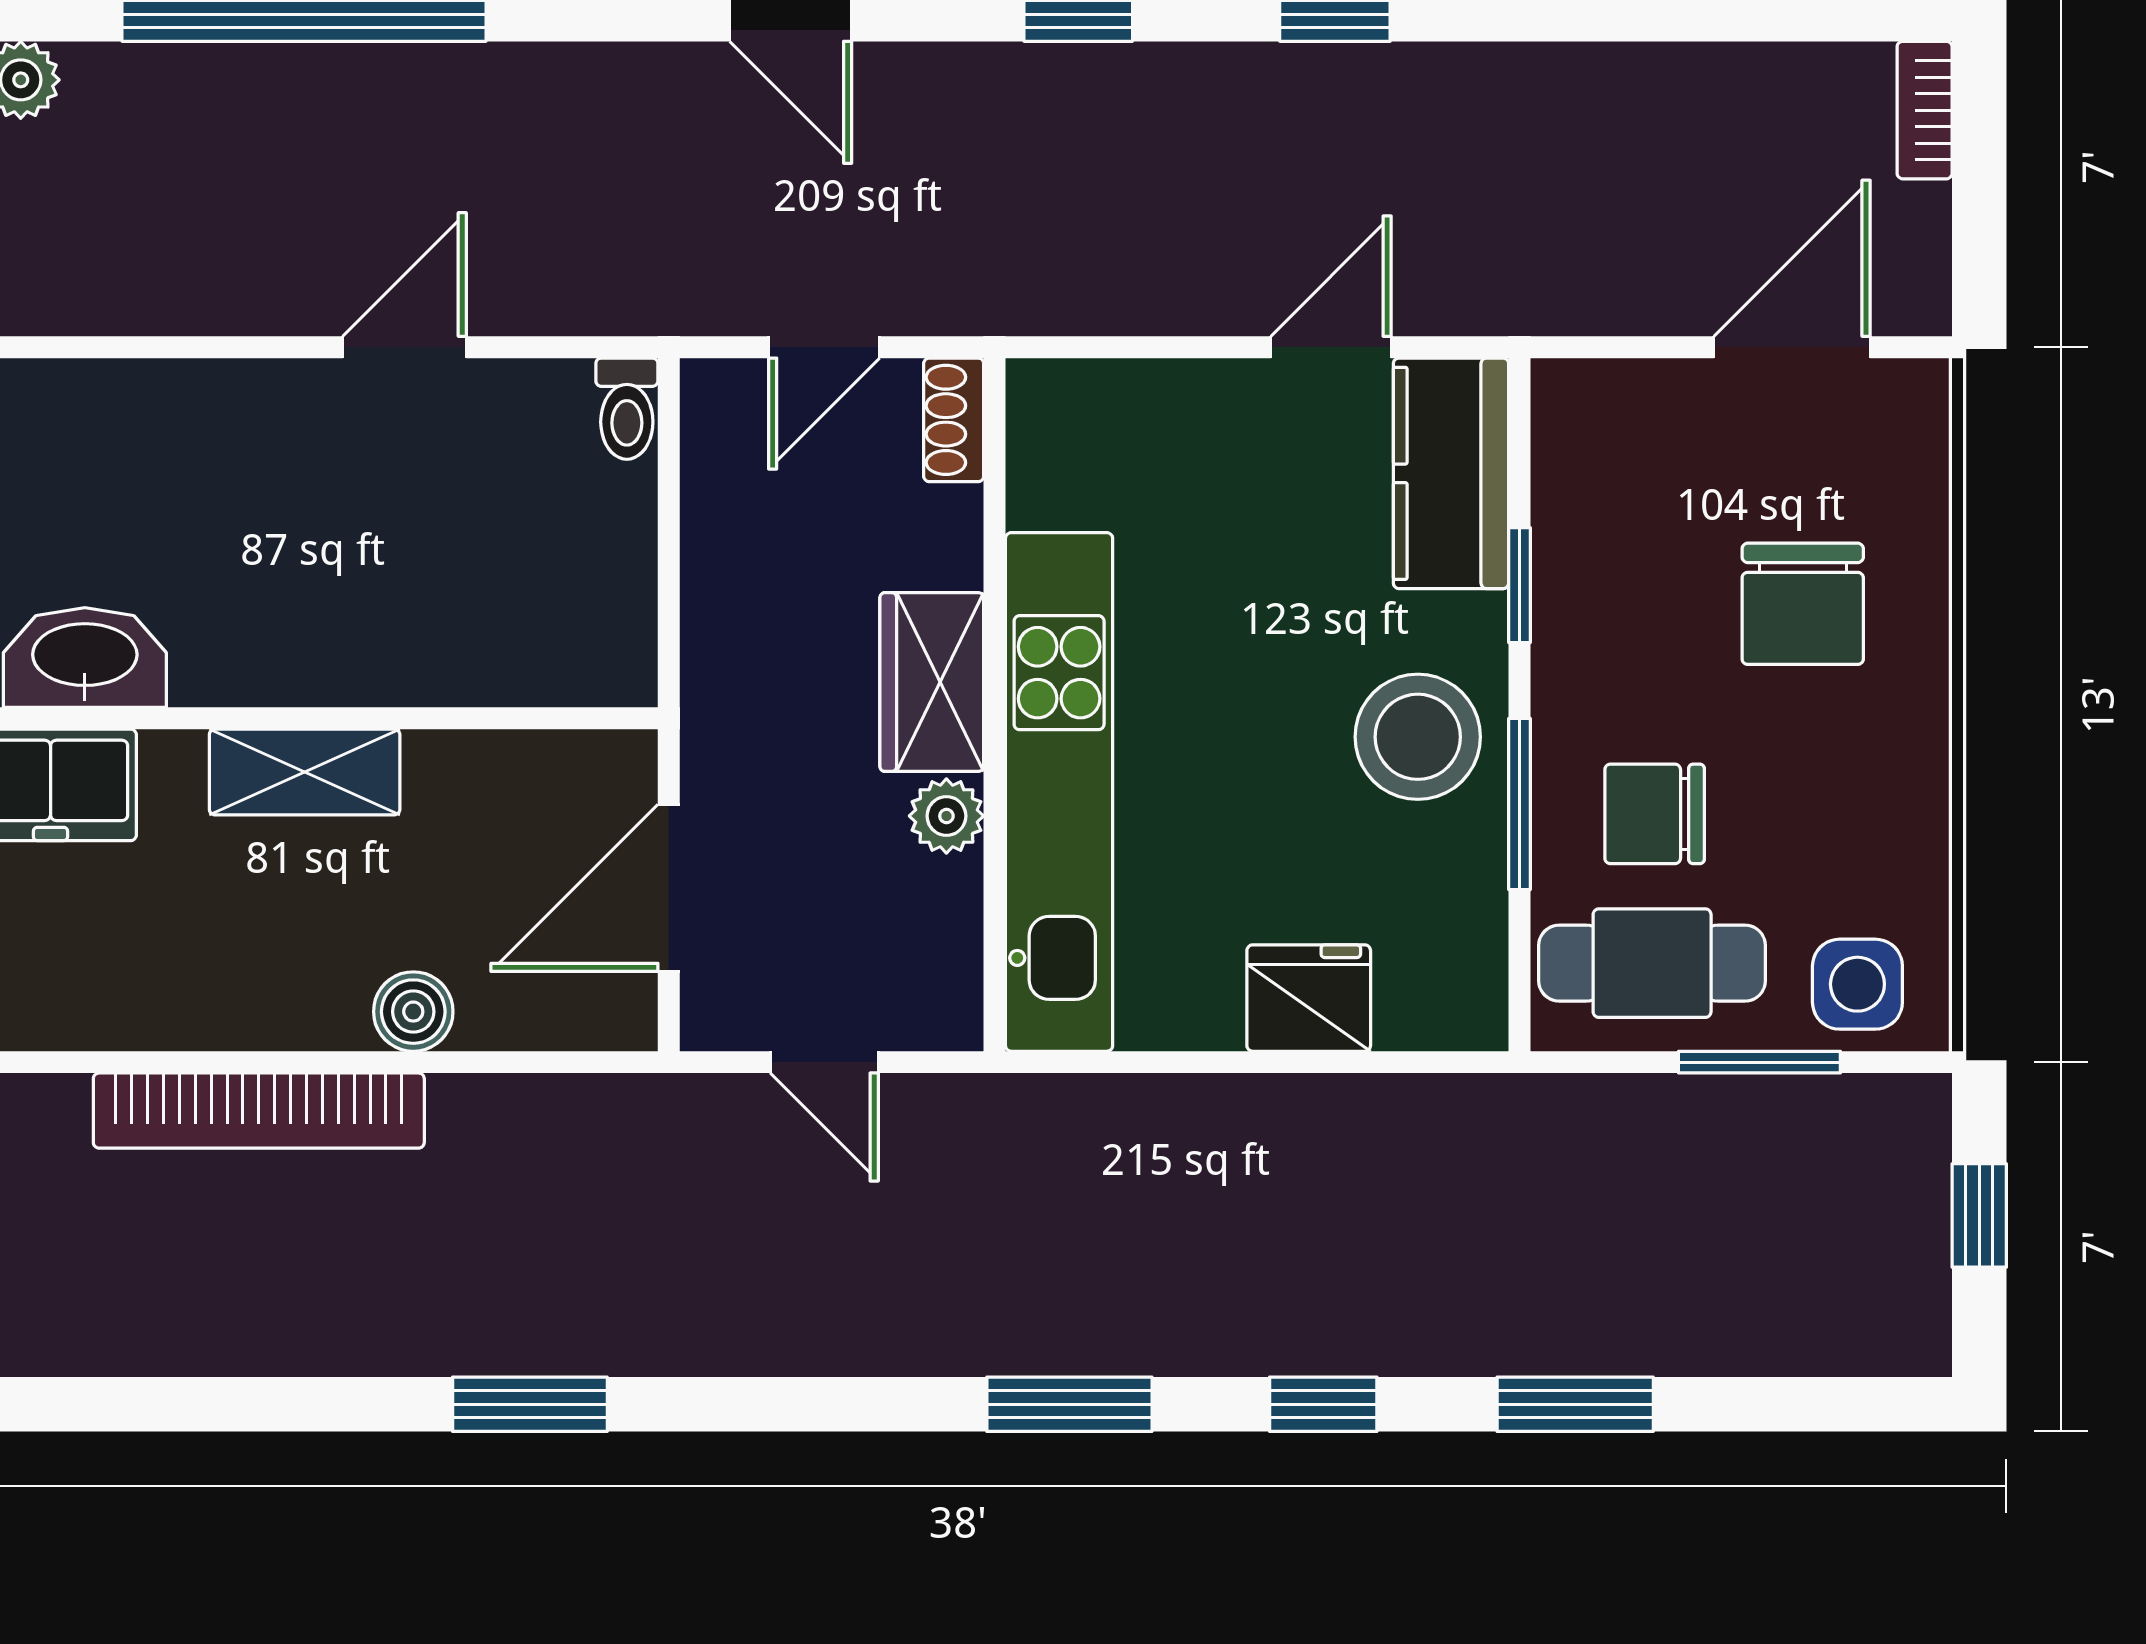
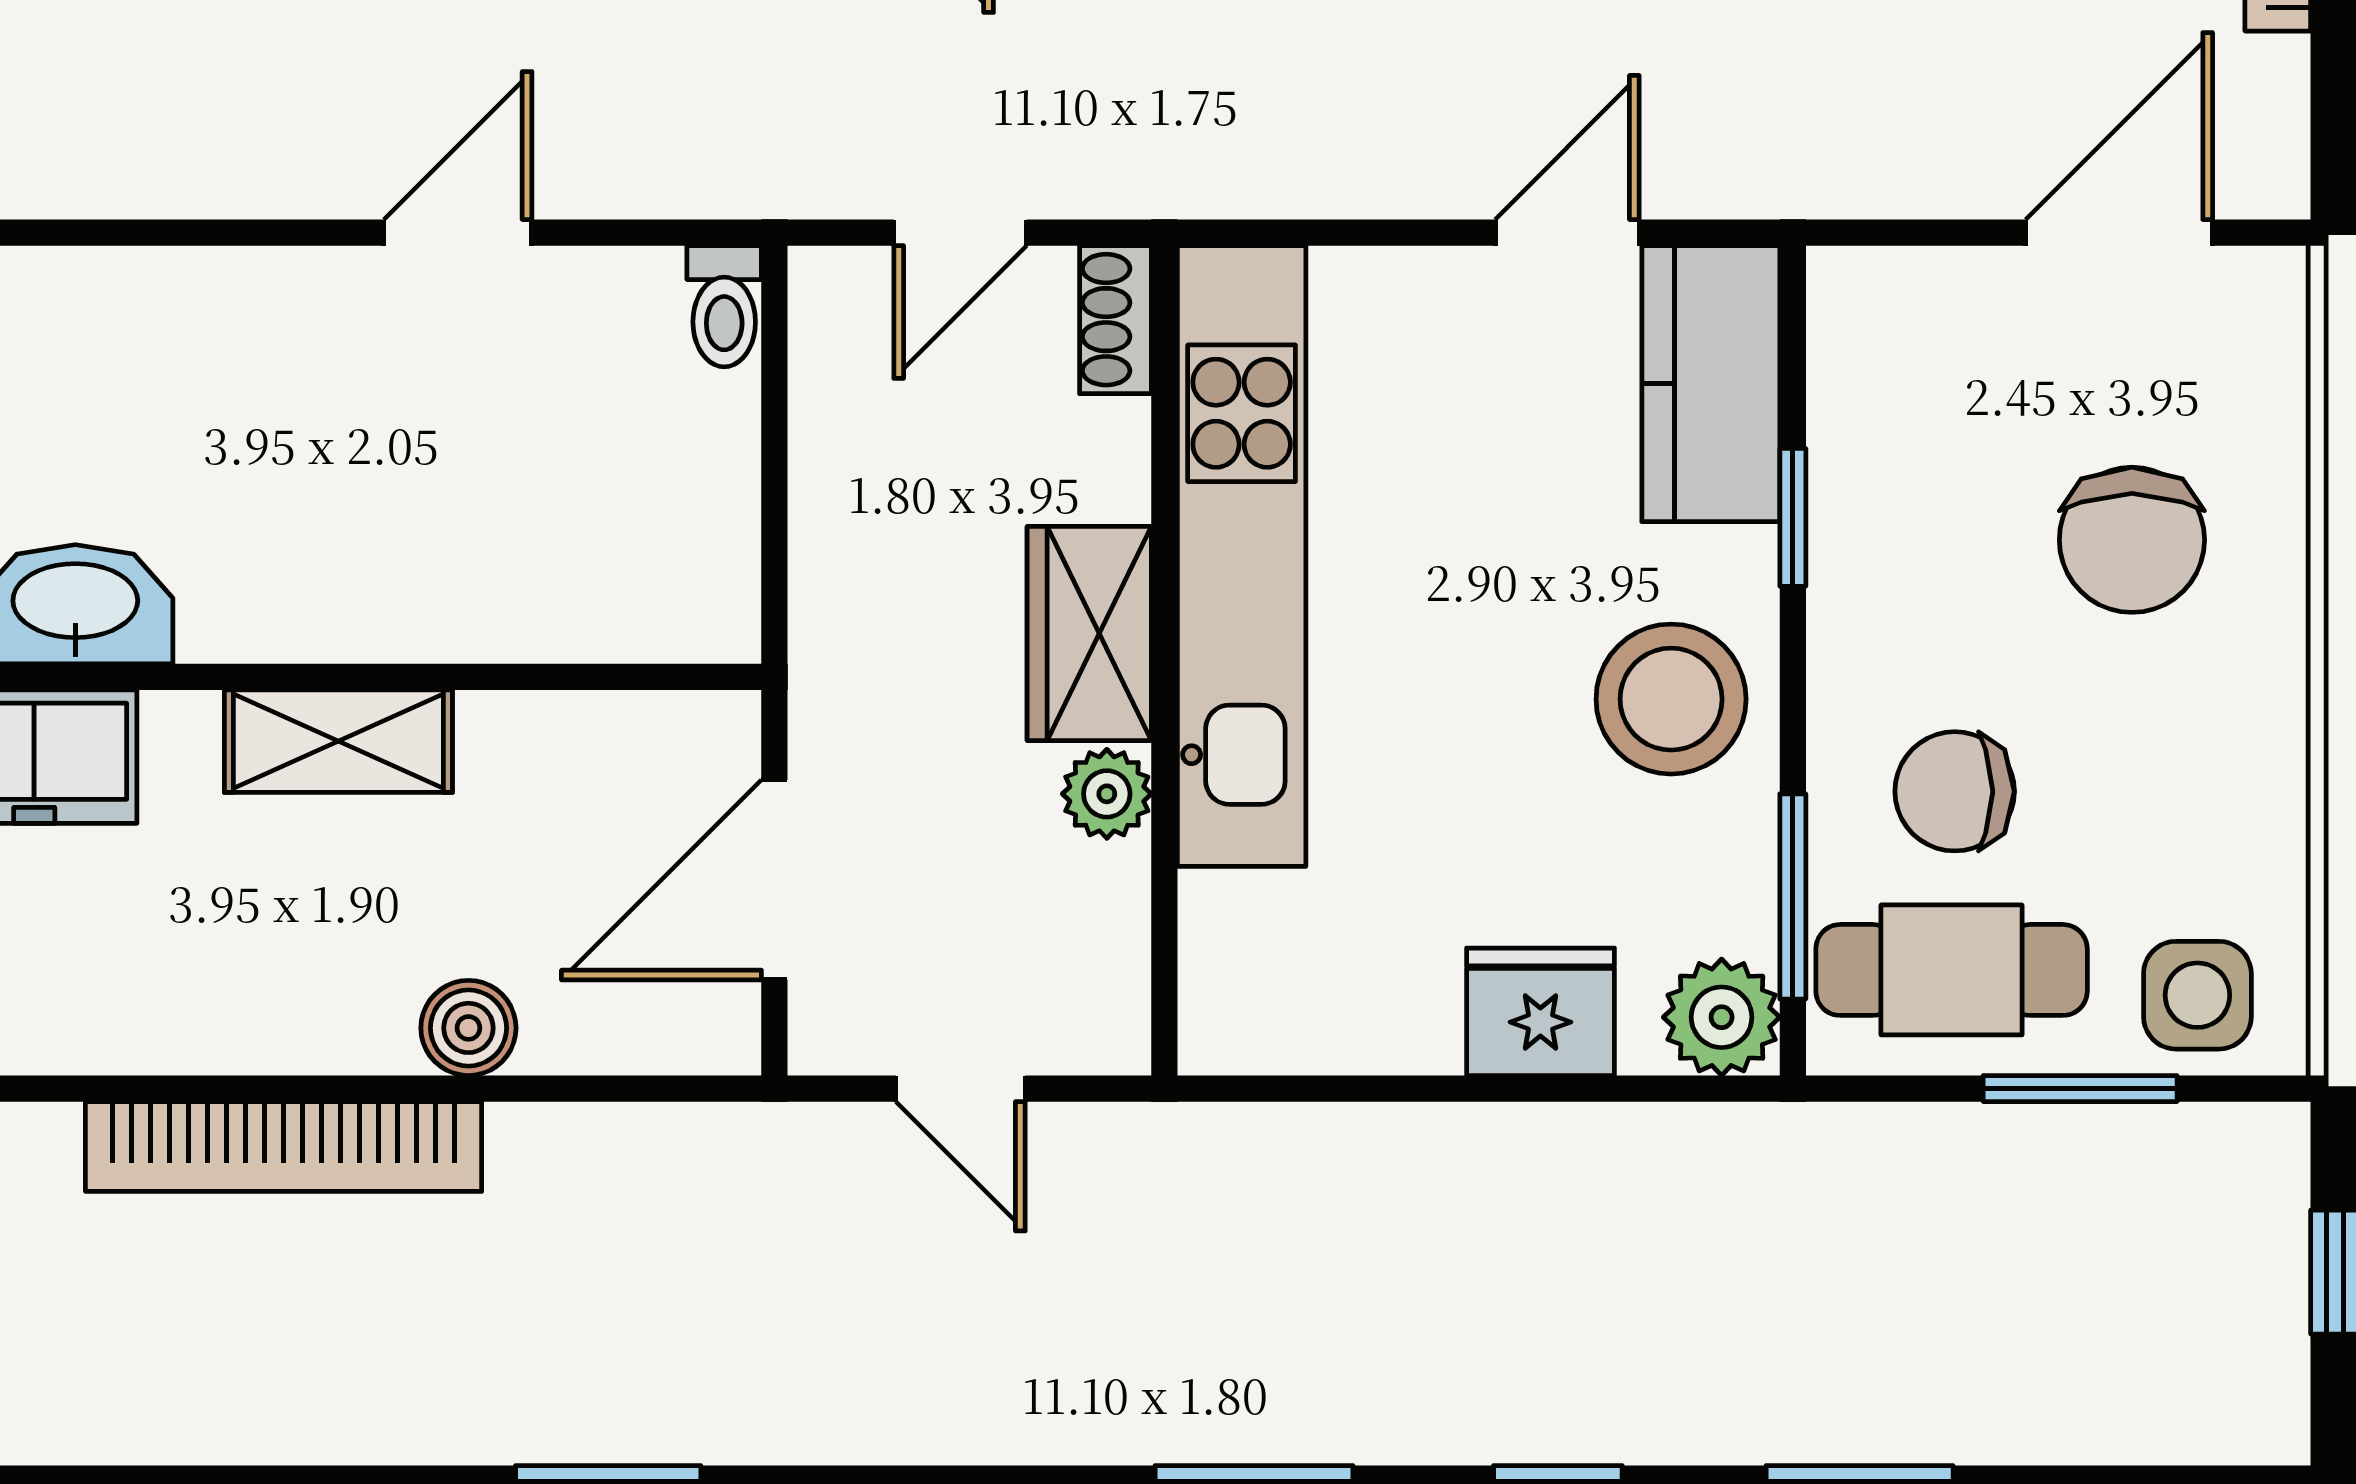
kitchen unit: (1059, 792) -> (1242, 556), moved
window: (1520, 804) -> (1793, 896), moved
plant: (1460, 1003) -> (1722, 1017), added

